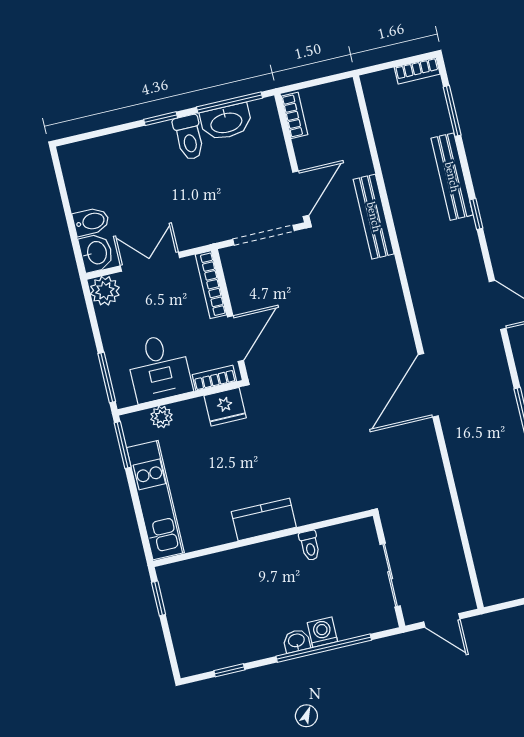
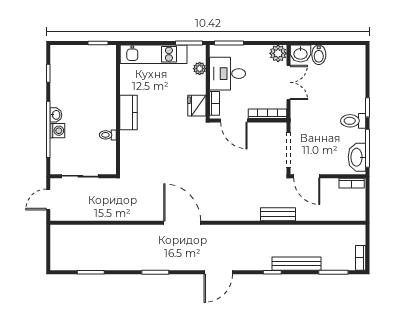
washbasin: (226, 122) -> (357, 157), moved
bench: (374, 217) -> (278, 214), width x0.73

